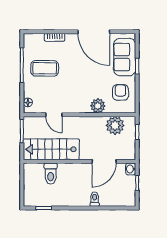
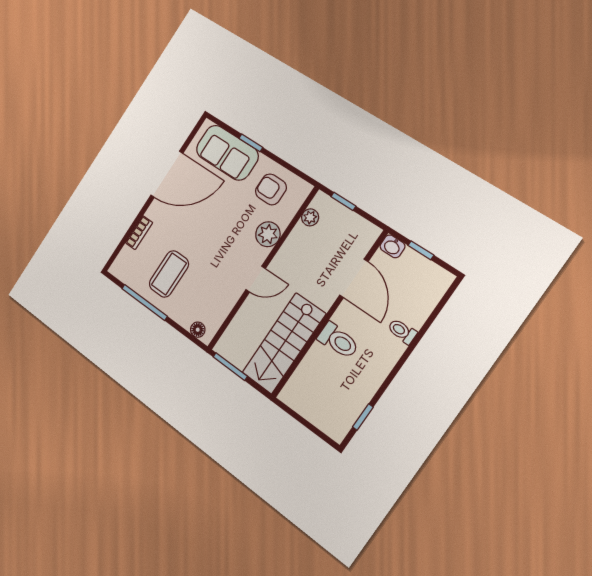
door: (54, 115) -> (256, 279), moved
plant: (115, 125) -> (310, 217), width x0.53, depth x0.53
toilet: (51, 174) -> (338, 341), moved

